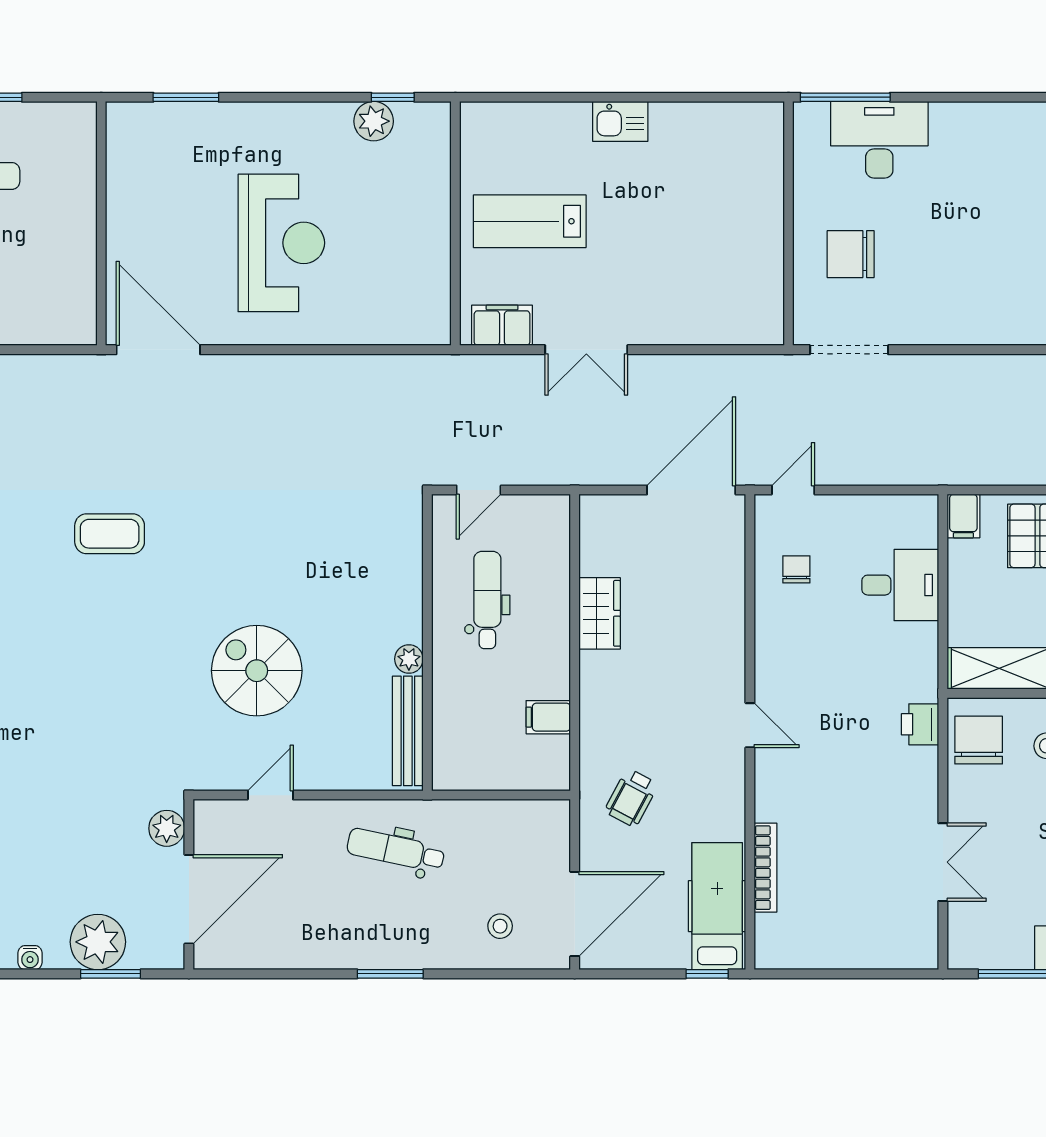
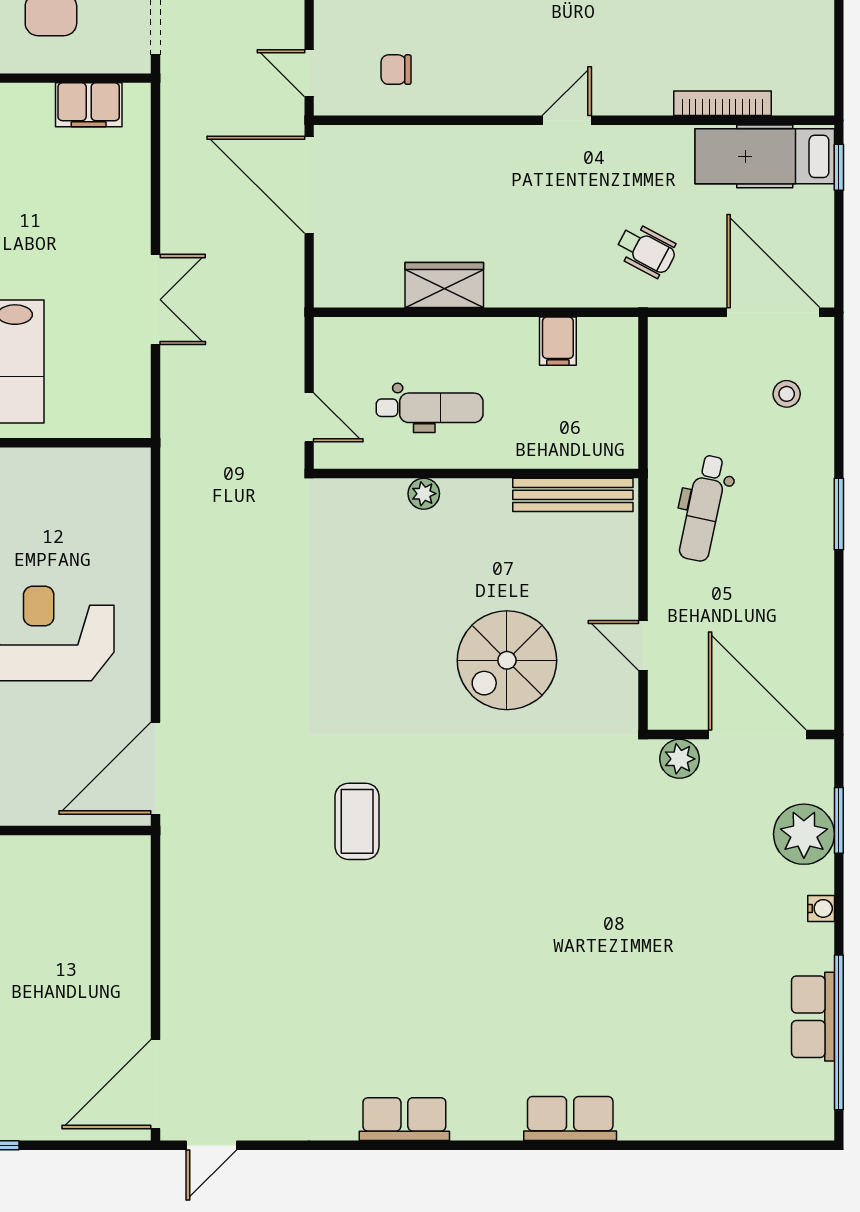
filing cabinet: (502, 325) -> (89, 105), moved, turned -90
dental chair: (487, 600) -> (430, 408), turned 180
plant: (409, 659) -> (424, 494), moved

